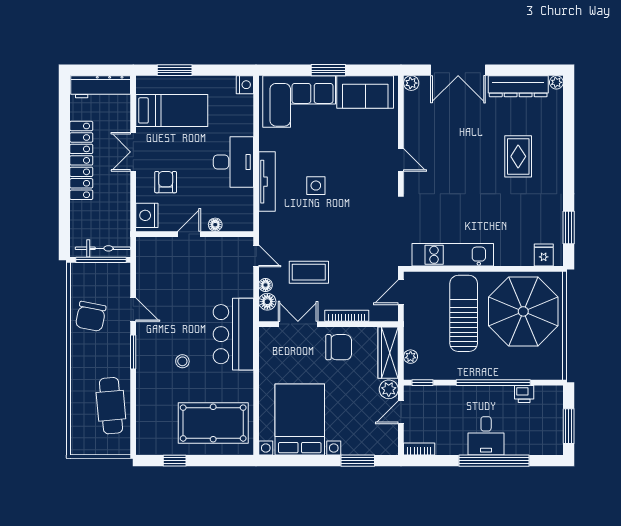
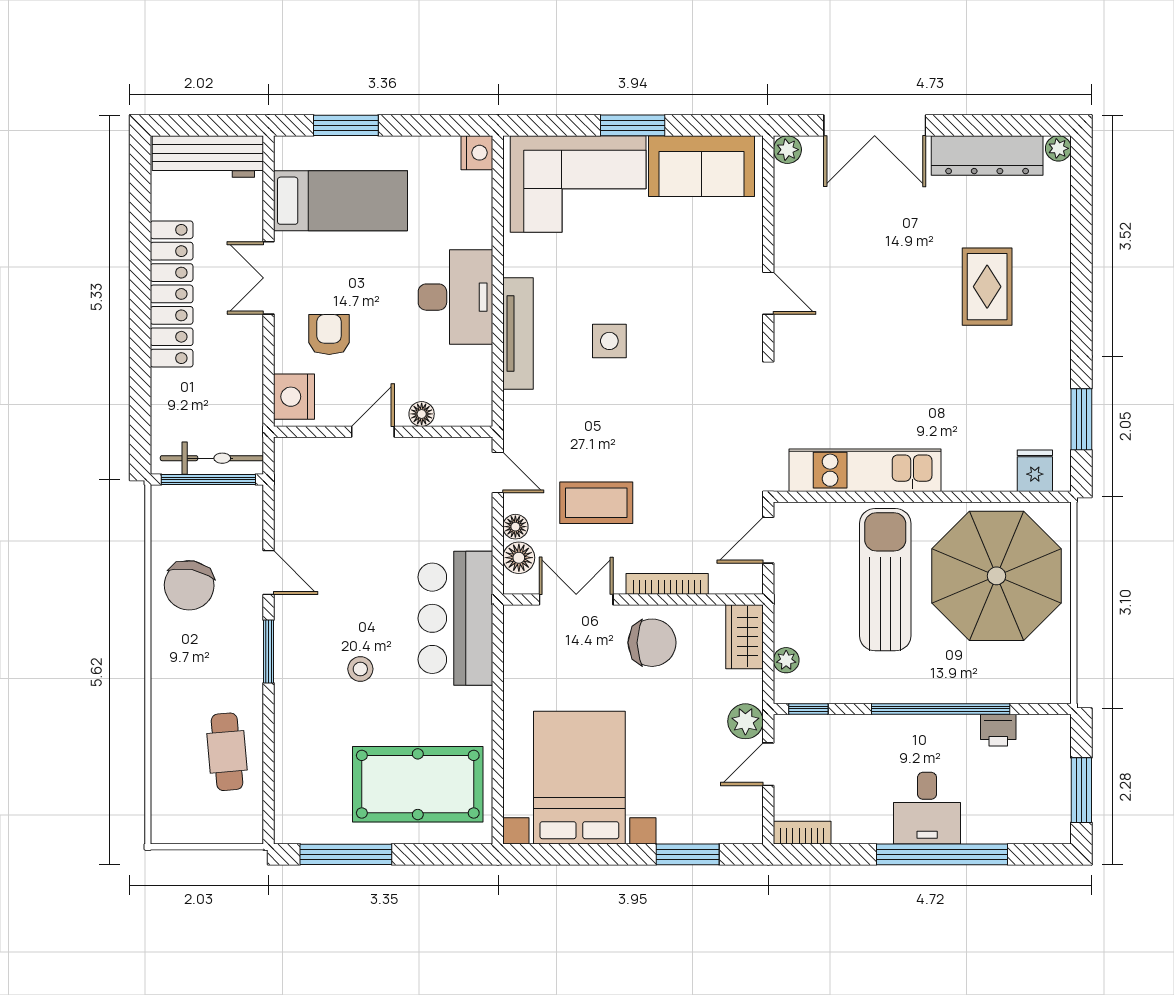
wardrobe: (388, 353) -> (744, 637), width x0.67
cafe table: (111, 406) -> (227, 752), width x0.73, depth x0.74
window: (175, 461) -> (346, 854), width x2.17

